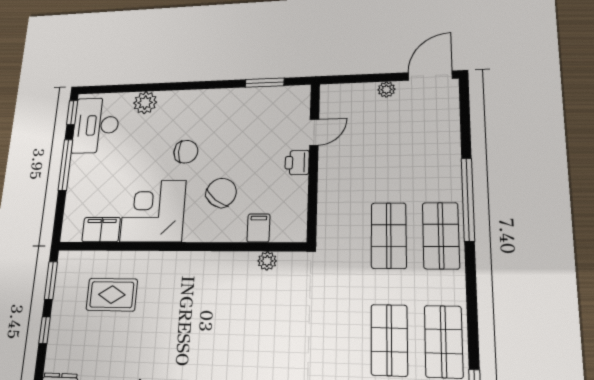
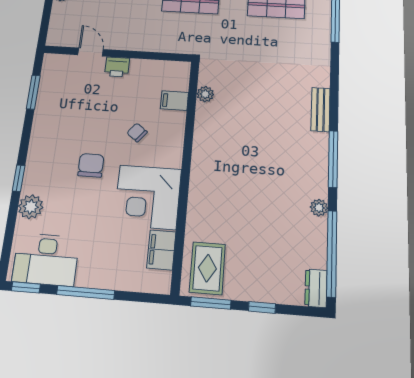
window: (173, 86) -> (19, 178), added
chair: (221, 193) -> (137, 132), width x0.54, depth x0.54
rug: (112, 295) -> (207, 268), moved

